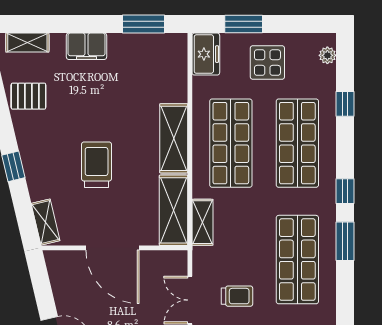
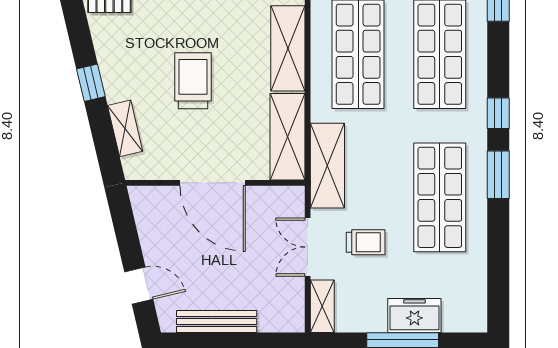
shelving: (46, 222) -> (125, 128), moved
shelving: (202, 222) -> (327, 166), width x1.50, depth x1.33

